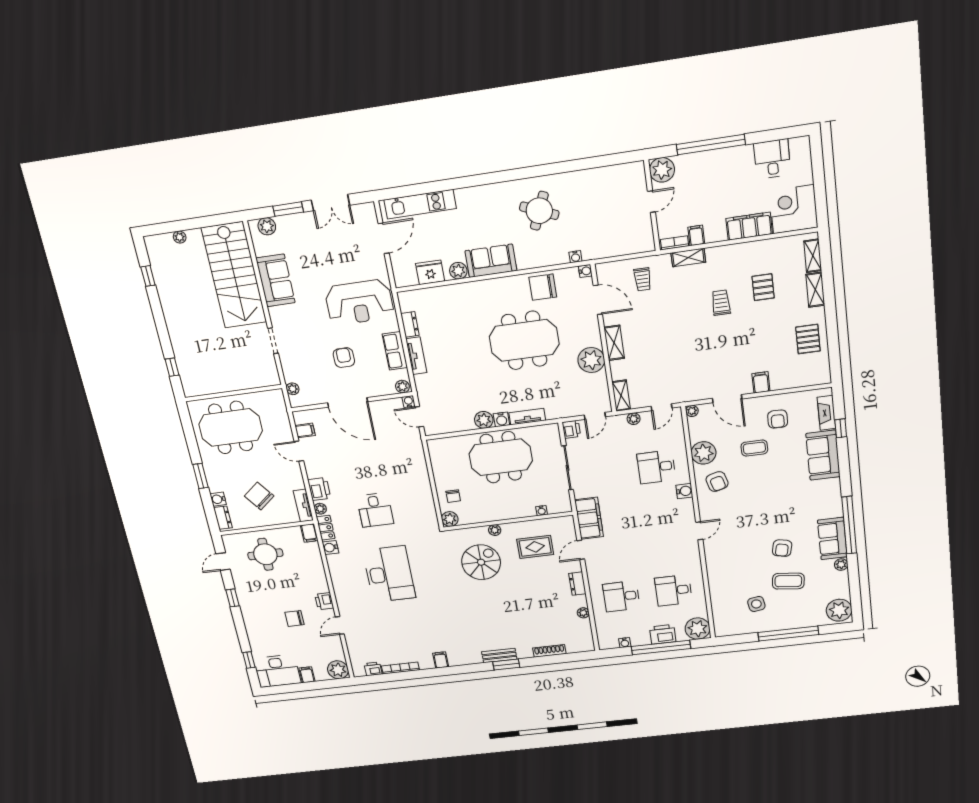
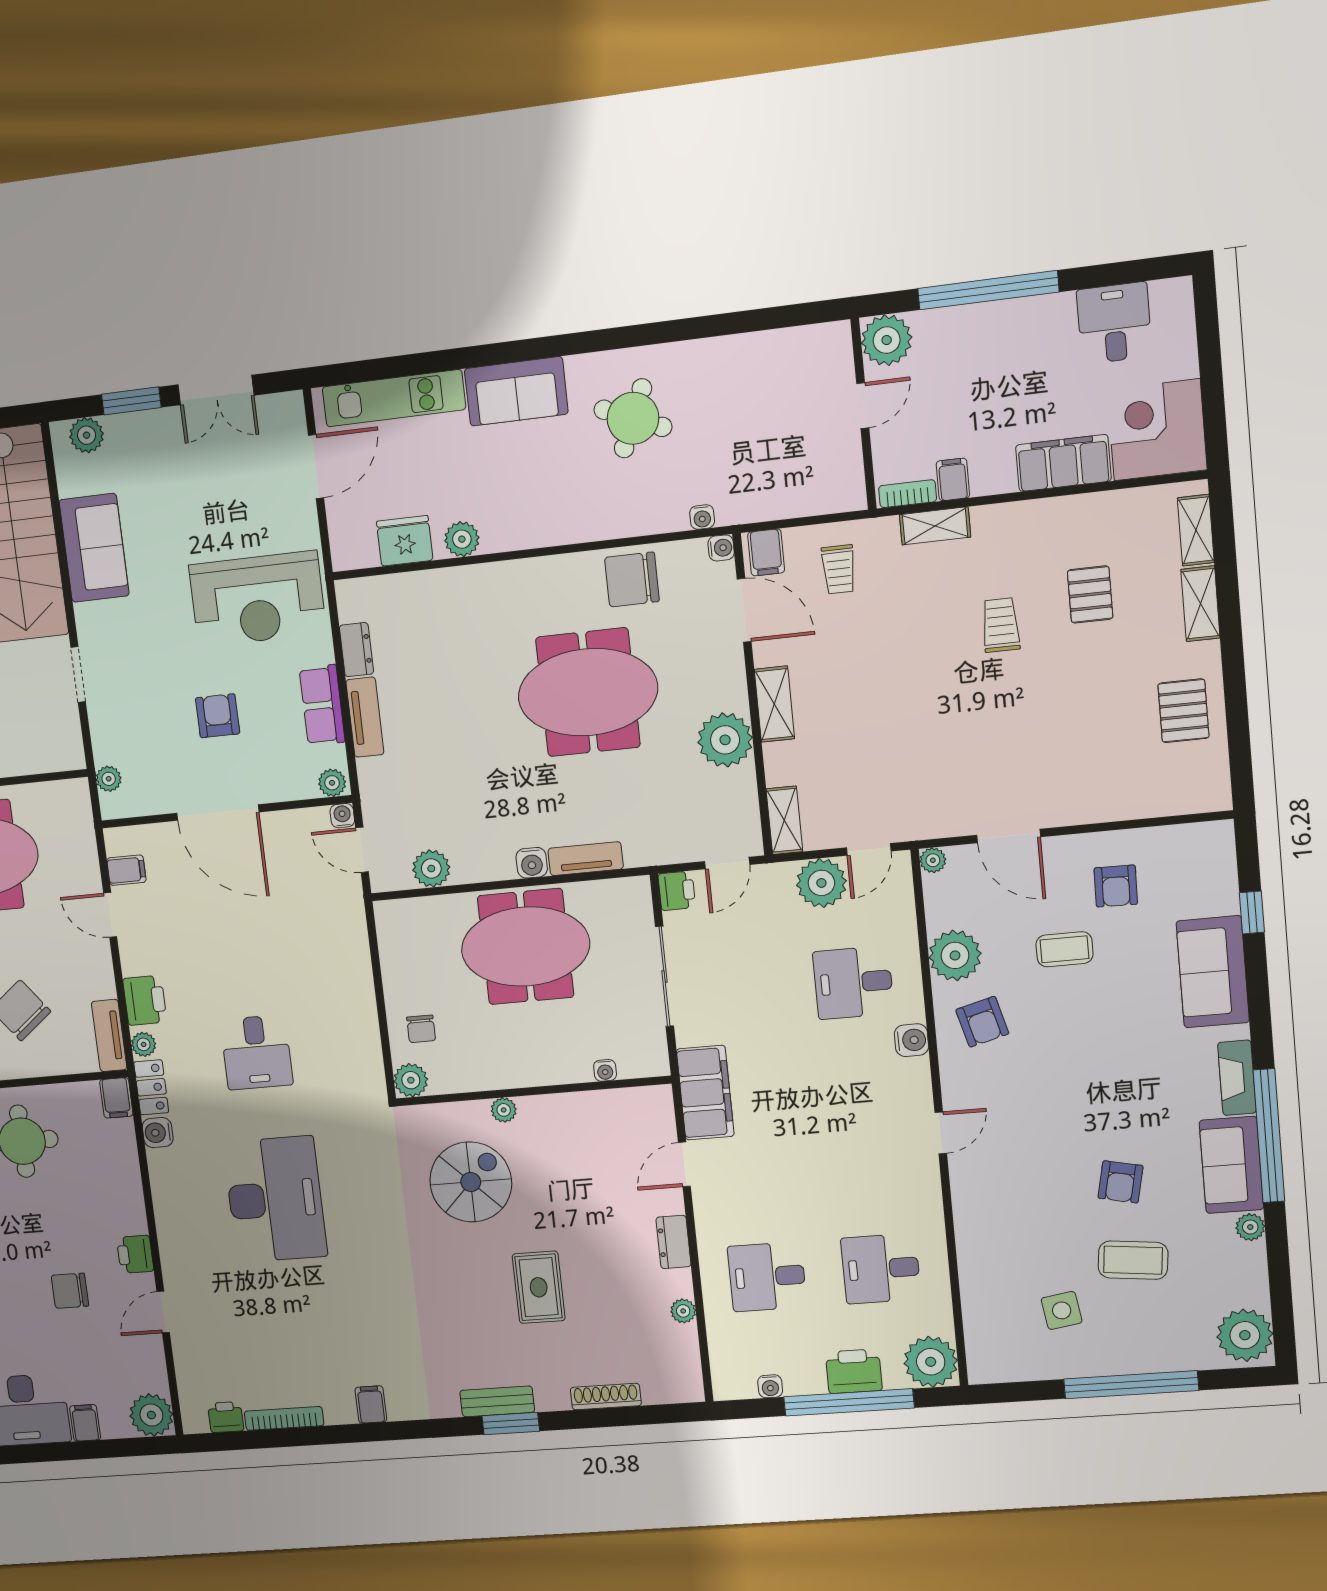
sofa: (491, 261) -> (516, 391), moved, turned 180
filing cabinet: (761, 382) -> (766, 552), moved, turned 180
fireplace: (826, 413) -> (1237, 1078), moved
plant: (634, 419) -> (821, 883), width x1.87, depth x1.87
plant: (484, 420) -> (431, 868), moved
rug: (535, 547) -> (539, 1287), moved, turned 90

